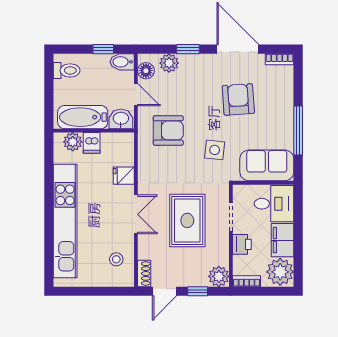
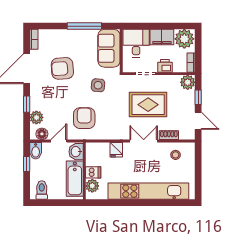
shoe rack: (144, 273) -> (169, 135), moved

